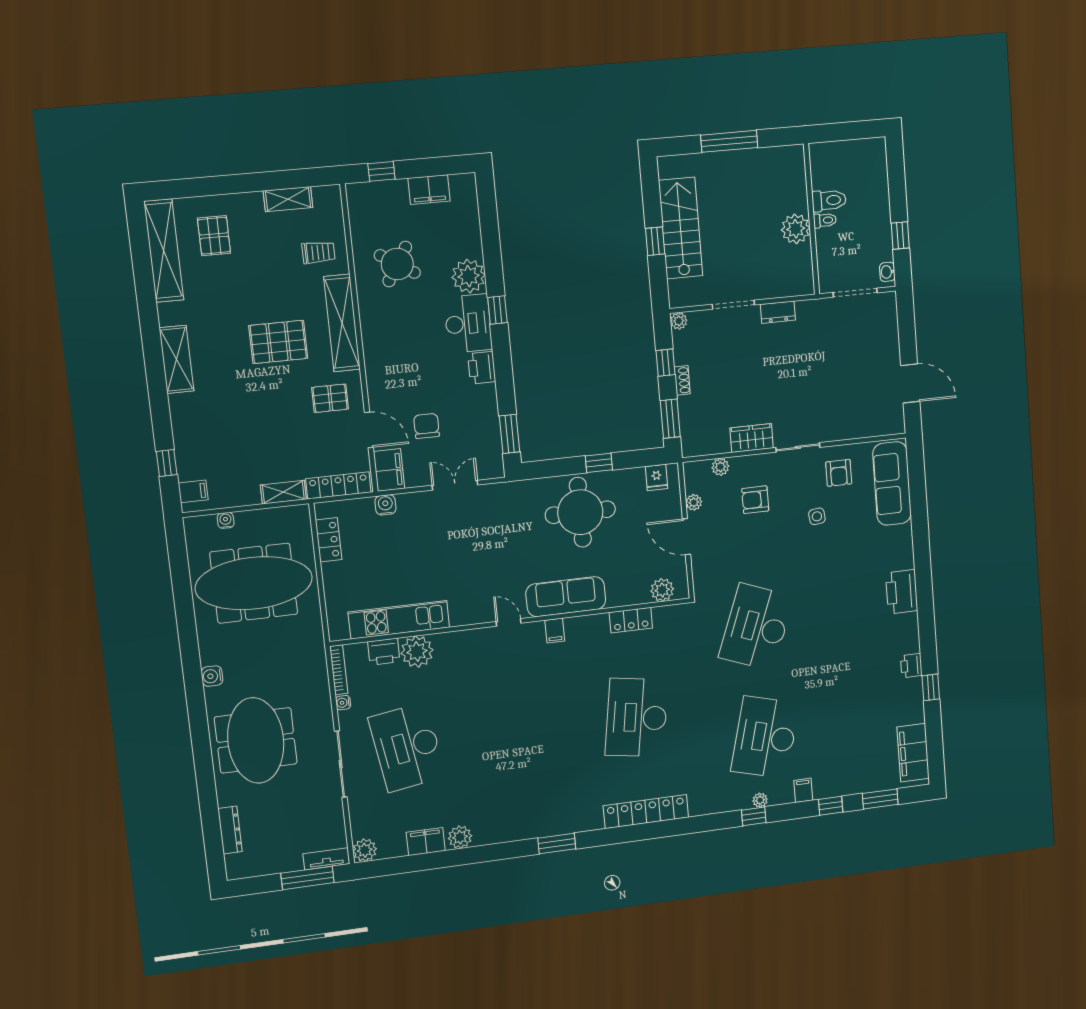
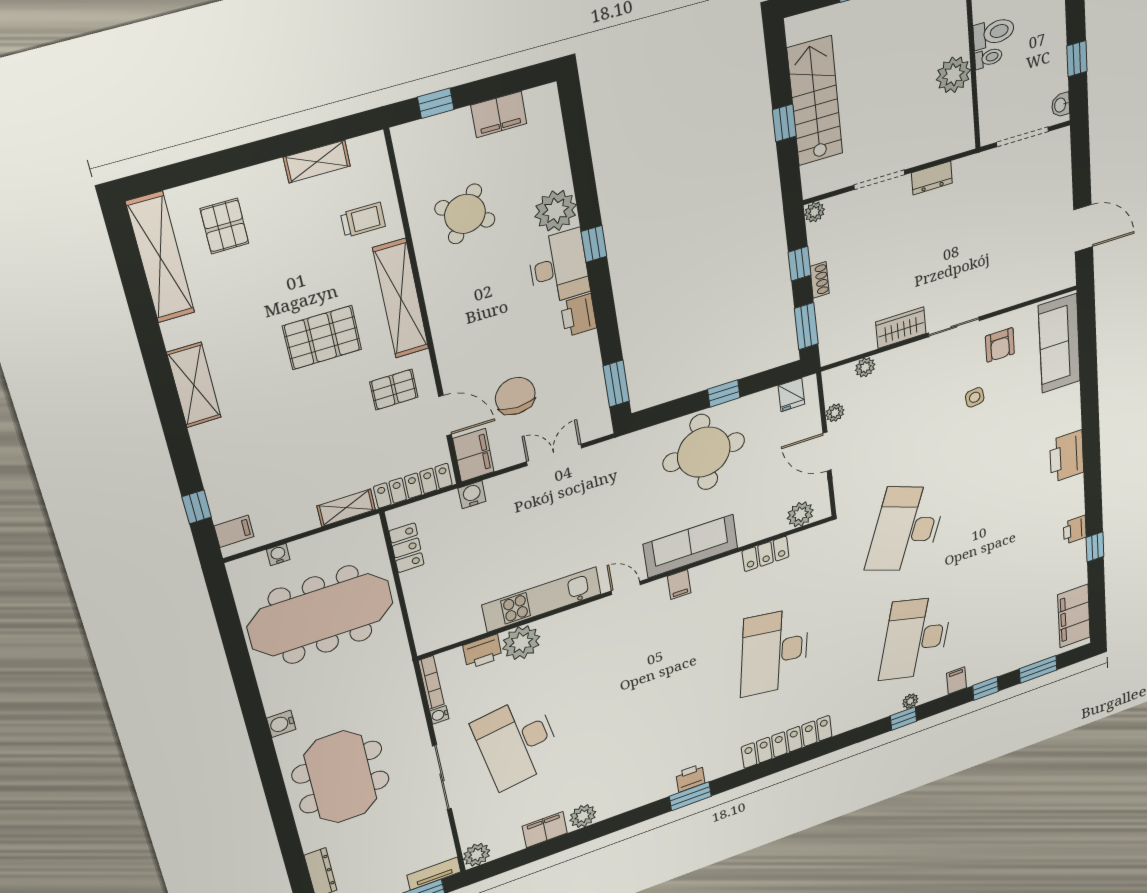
chair: (426, 426) -> (515, 396), width x1.37, depth x1.37
armchair: (755, 500) -> (905, 395), removed
kitchen unit: (399, 620) -> (542, 599), moved
printer: (557, 825) -> (690, 778), added

